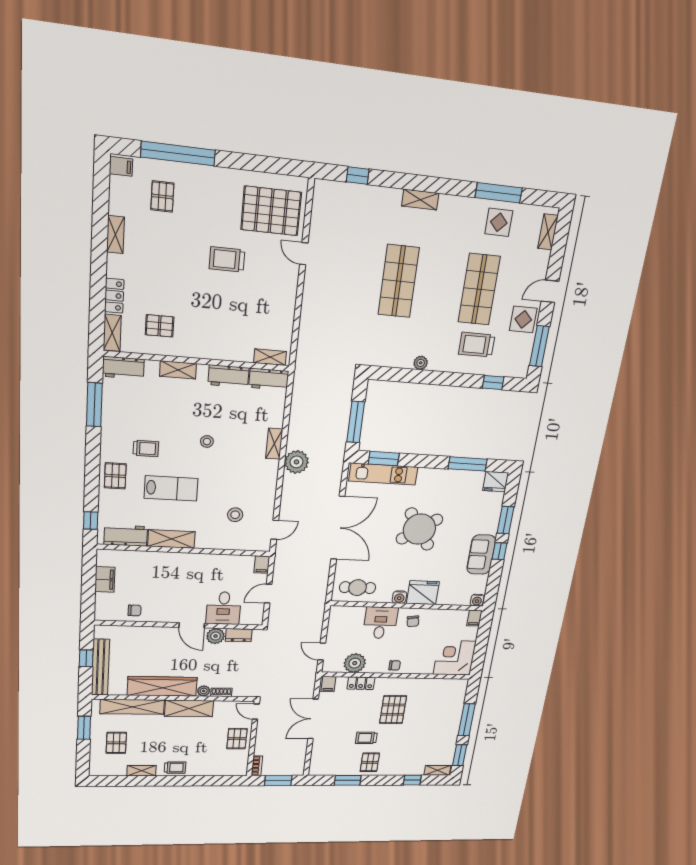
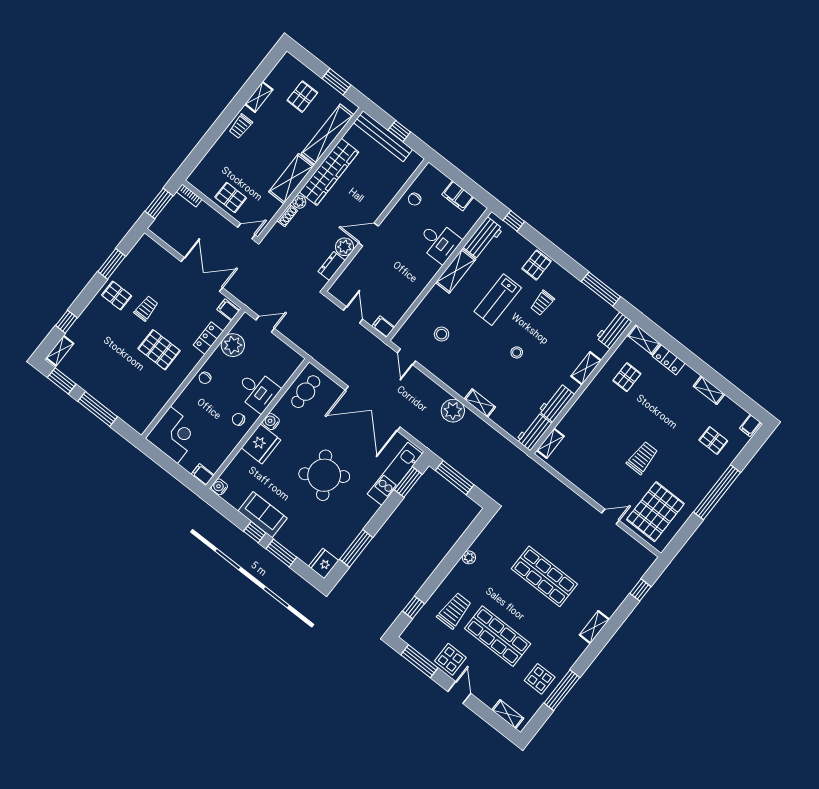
window: (178, 154) -> (717, 492), moved
pallet: (115, 476) -> (537, 265), turned 90
desk: (224, 608) -> (439, 242), moved, turned 180
pallet: (116, 743) -> (302, 97), turned 90

